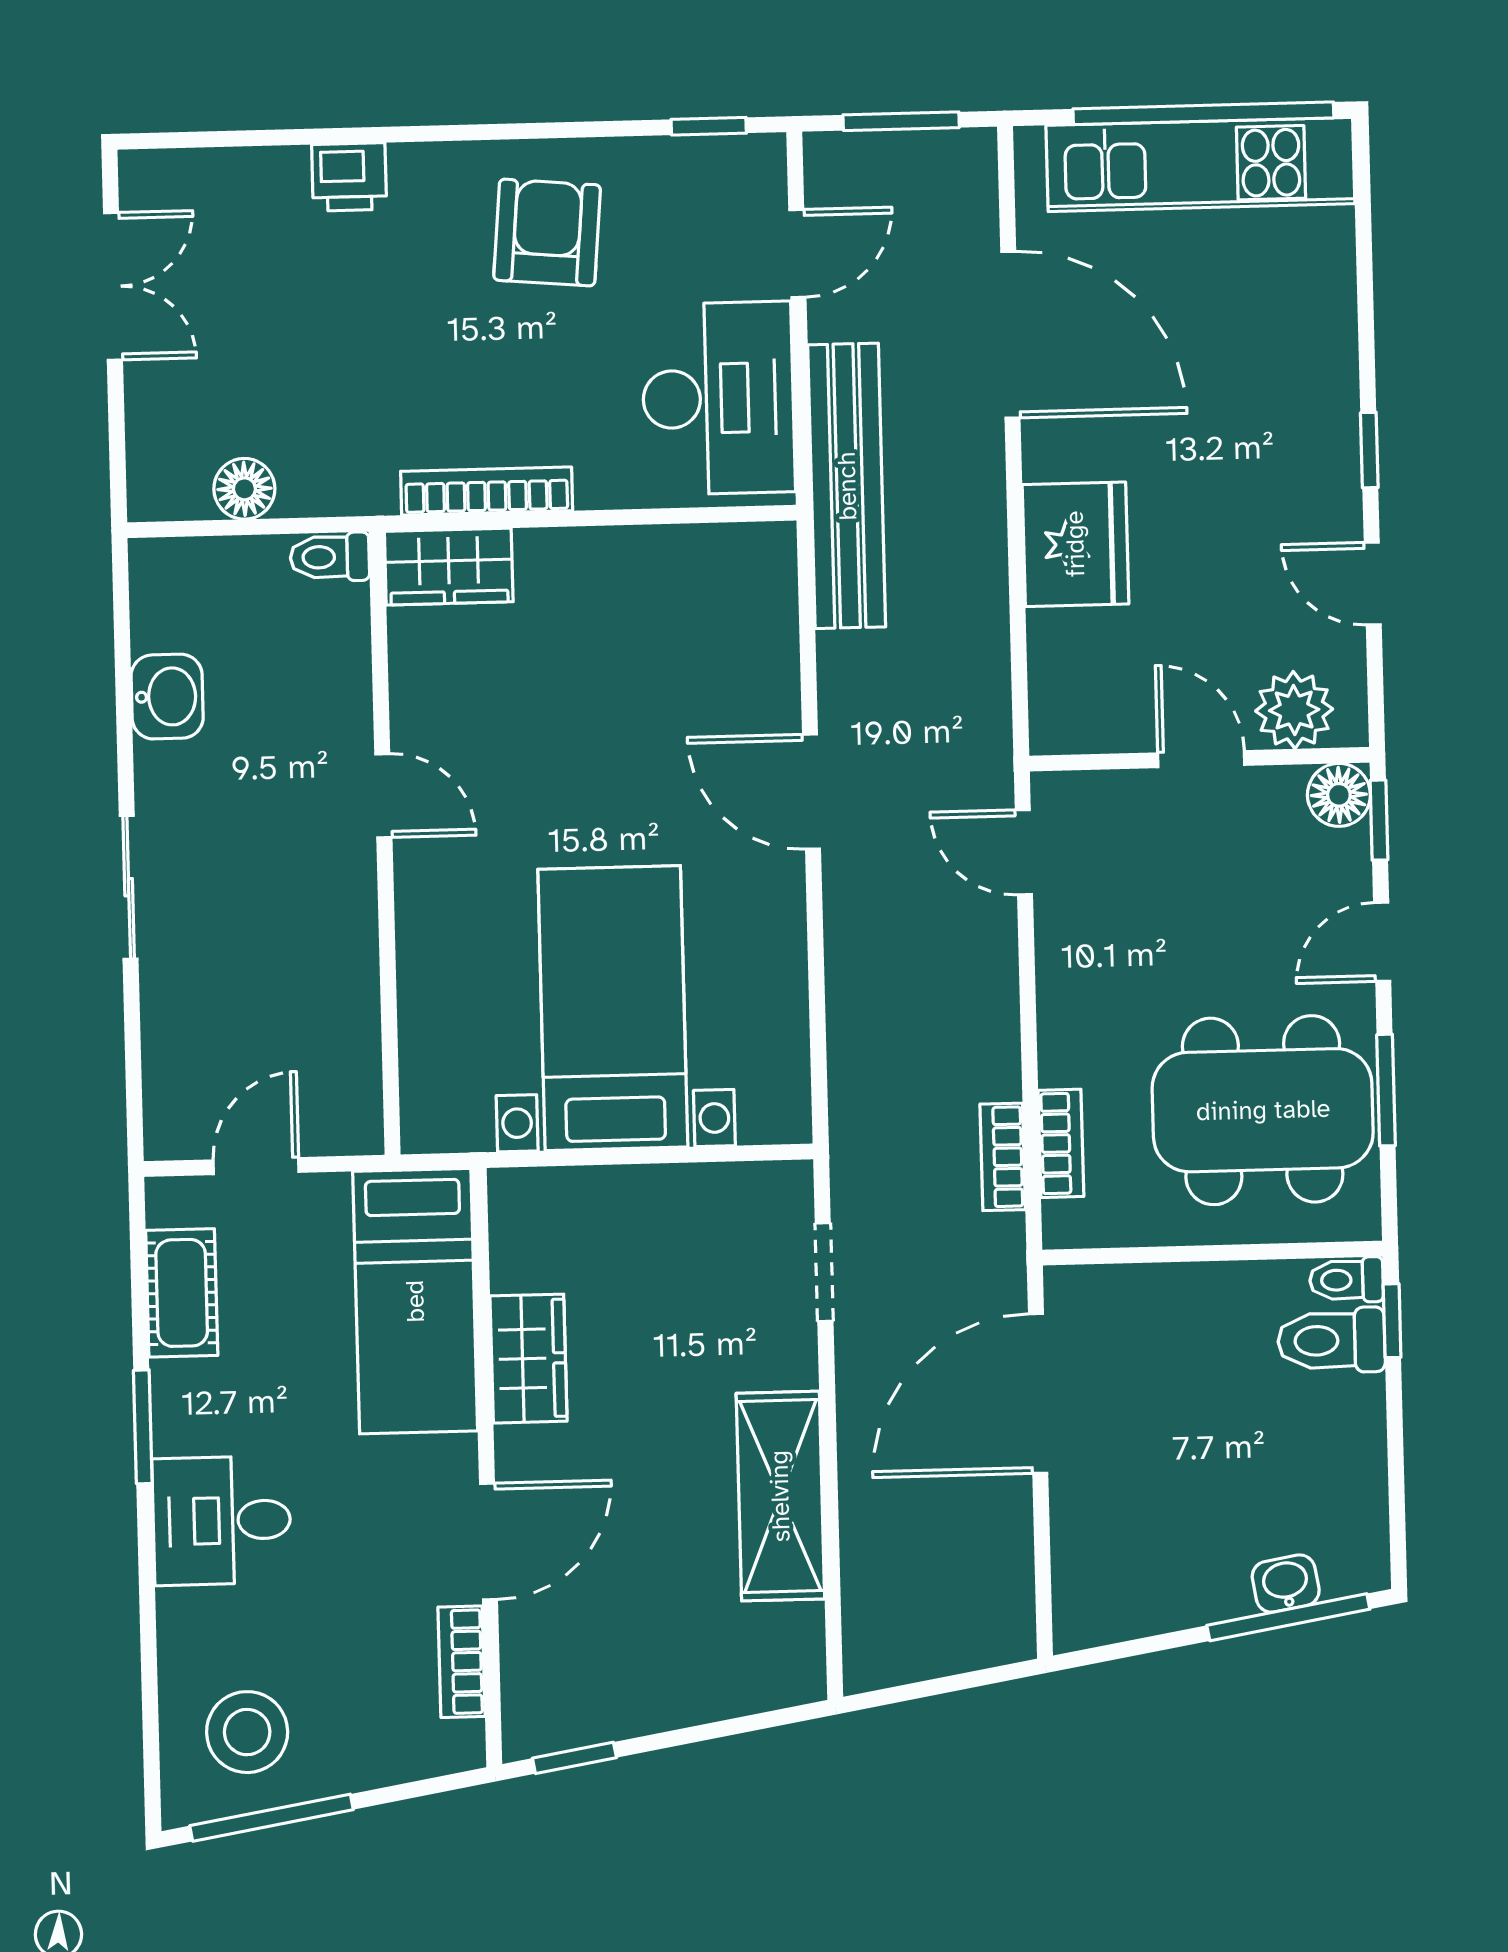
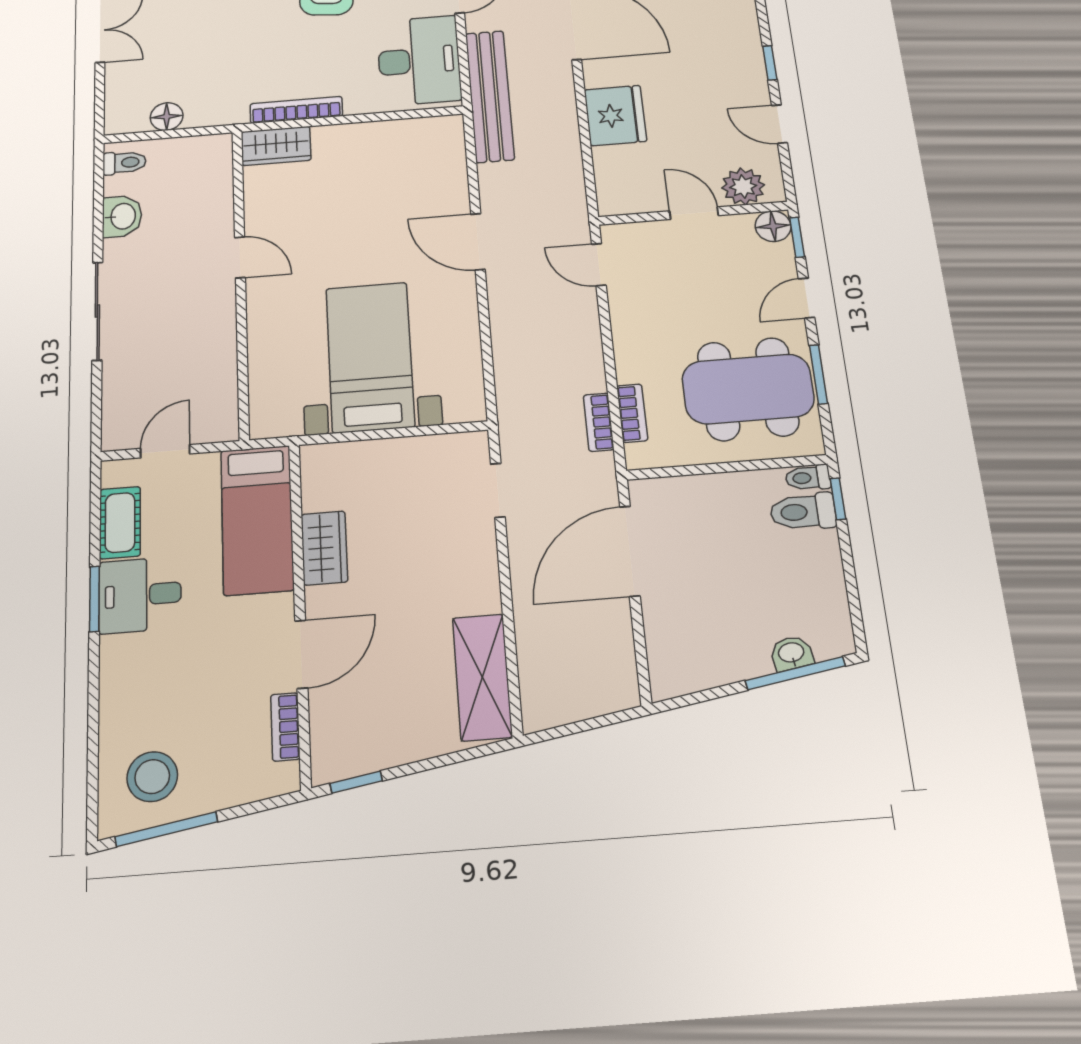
toilet: (330, 557) -> (124, 163), moved, turned 180
sliding door: (129, 887) -> (97, 311), width x1.37
shelving: (780, 1496) -> (482, 677), moved
desk: (222, 1521) -> (140, 595), moved

